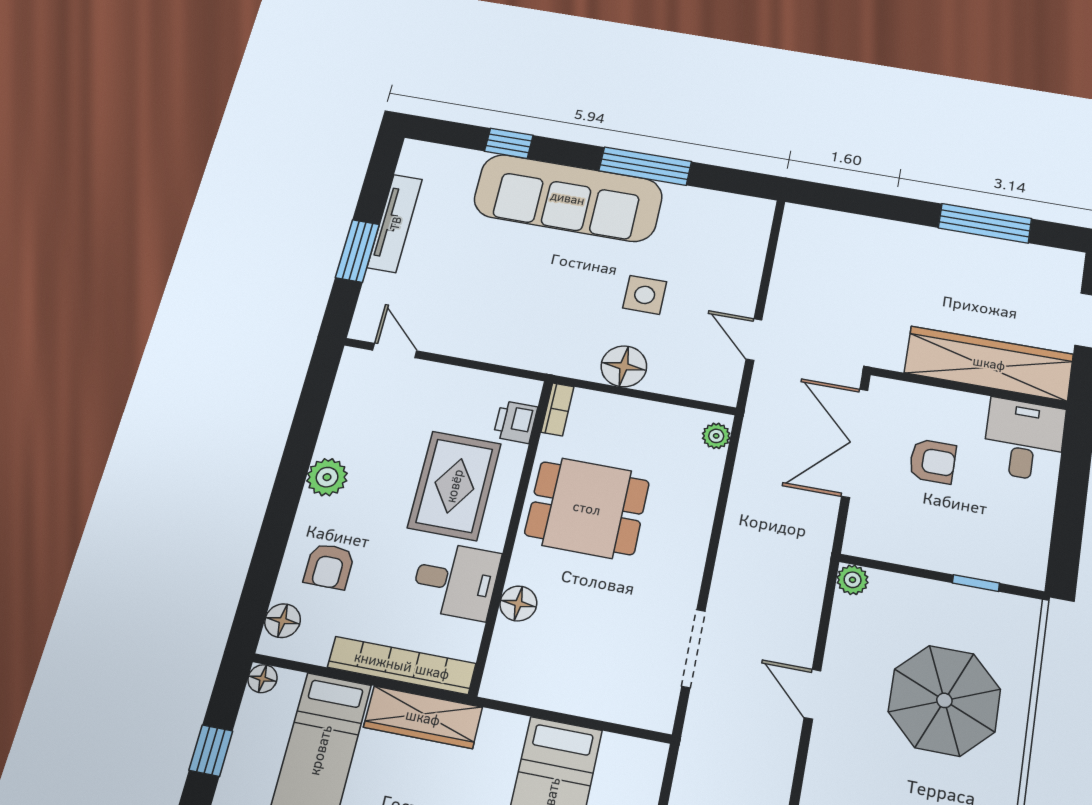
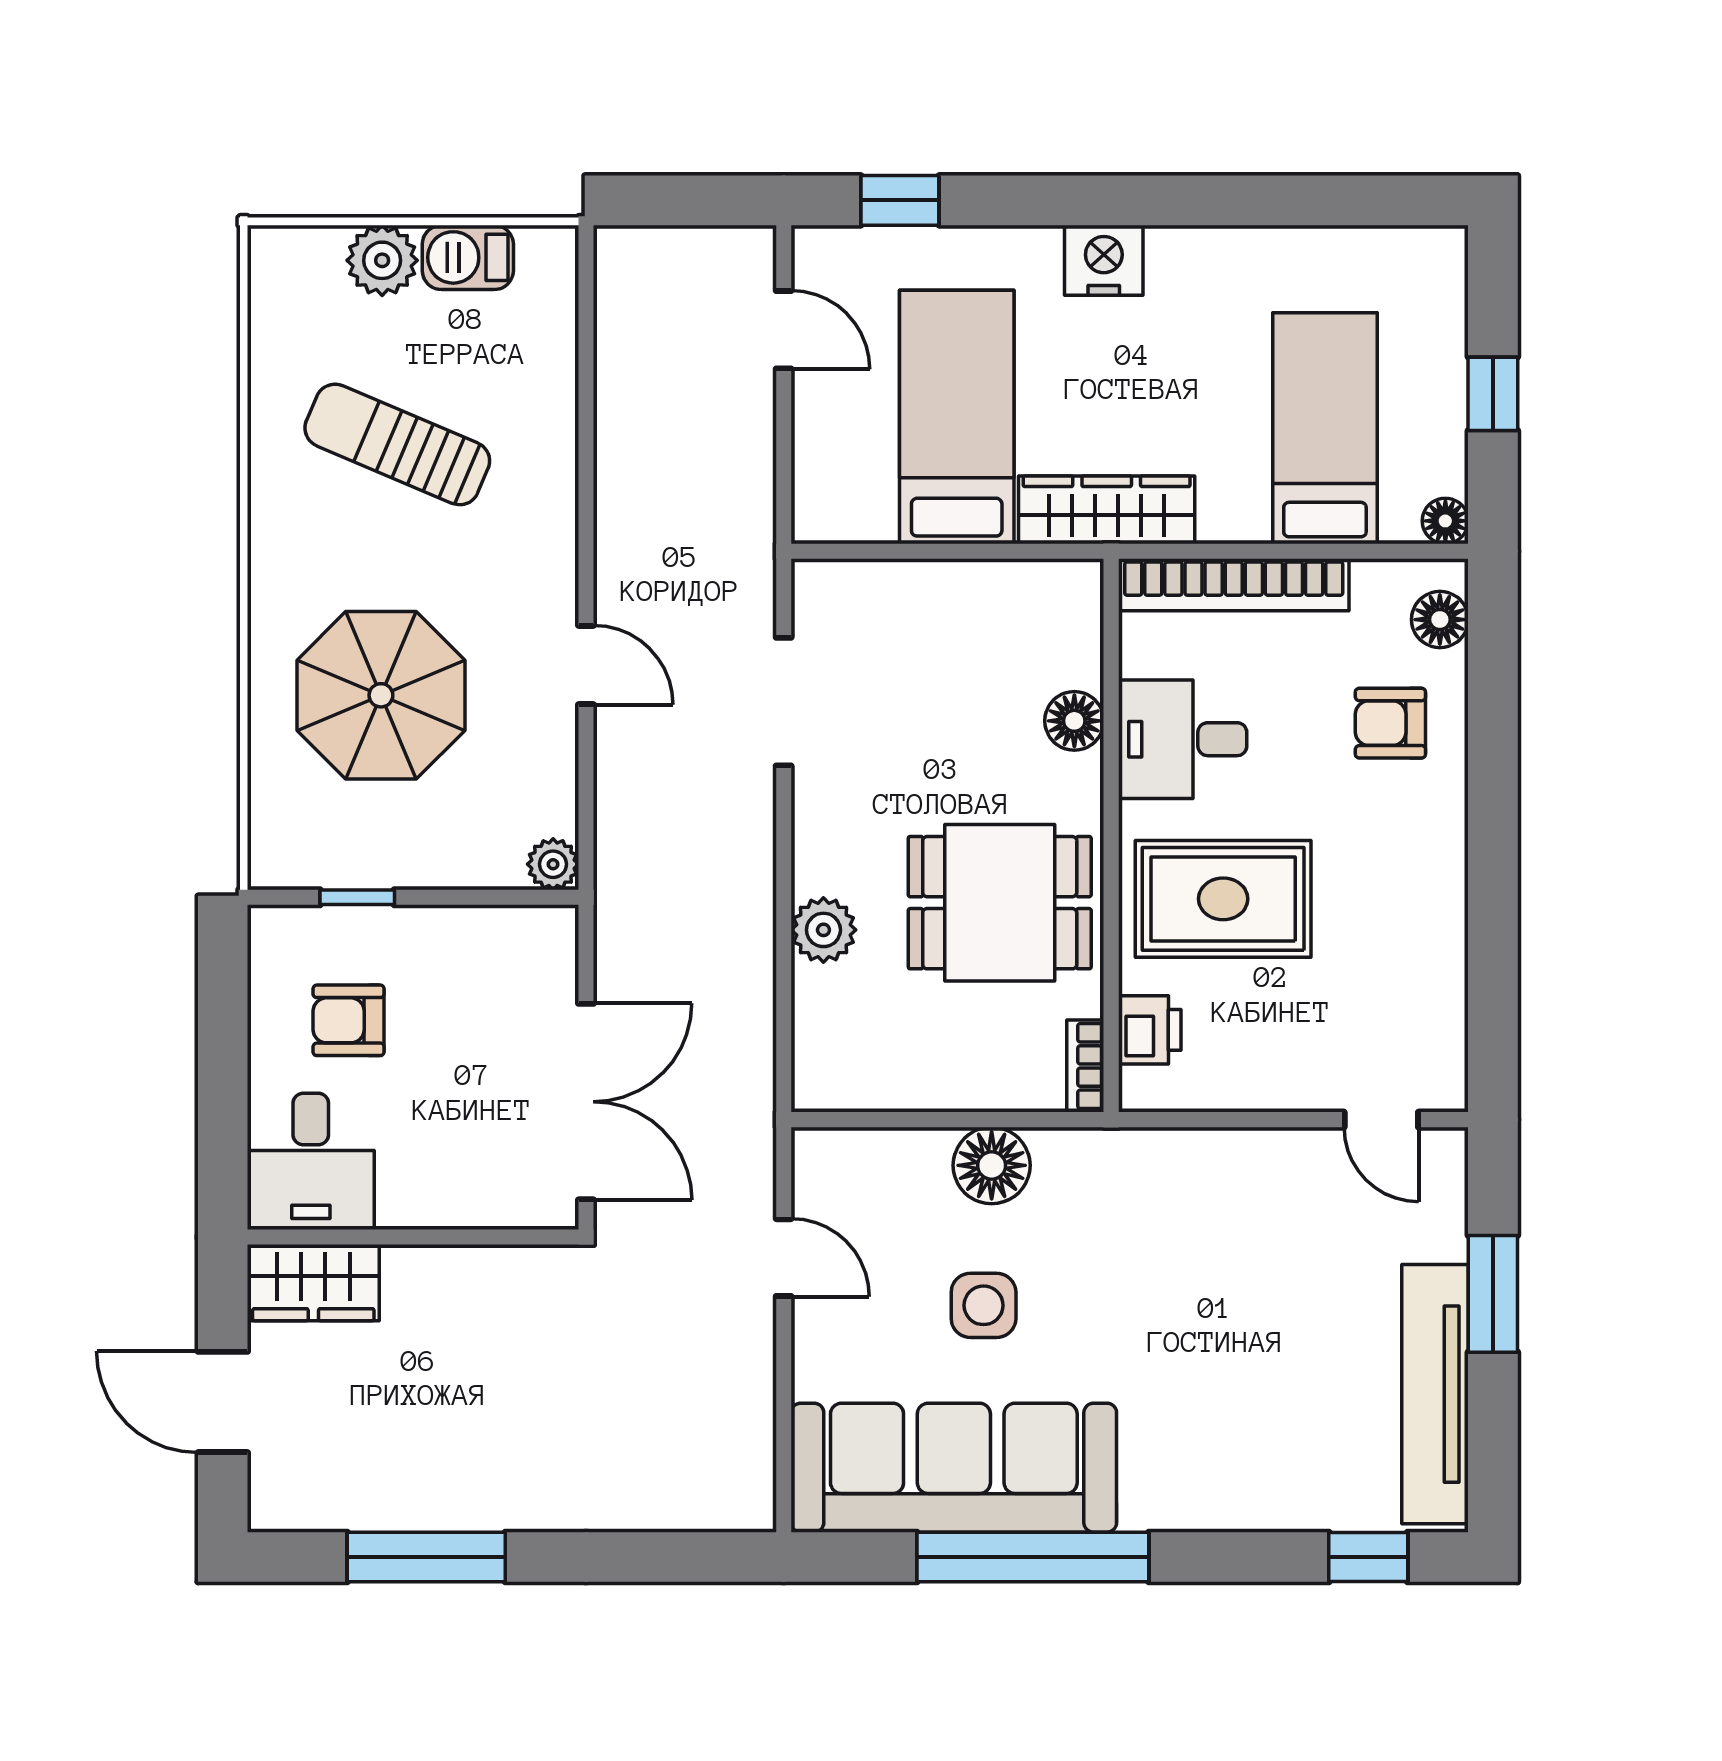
window: (509, 143) -> (1368, 1557), moved
window: (645, 166) -> (1033, 1557), width x1.46
sofa: (568, 198) -> (954, 1468), moved
tv unit: (395, 223) -> (1435, 1394), width x1.36, depth x1.29
wardrobe: (989, 363) -> (313, 1283), width x0.48, depth x0.85
plant: (716, 436) -> (823, 930), moved, width x1.38, depth x1.38
armchair: (932, 461) -> (349, 1020), moved
plant: (327, 477) -> (1434, 873), removed
rug: (454, 486) -> (1223, 899), turned 90
armchair: (329, 566) -> (1390, 723), turned -90
wardrobe: (423, 717) -> (1107, 510), moved

